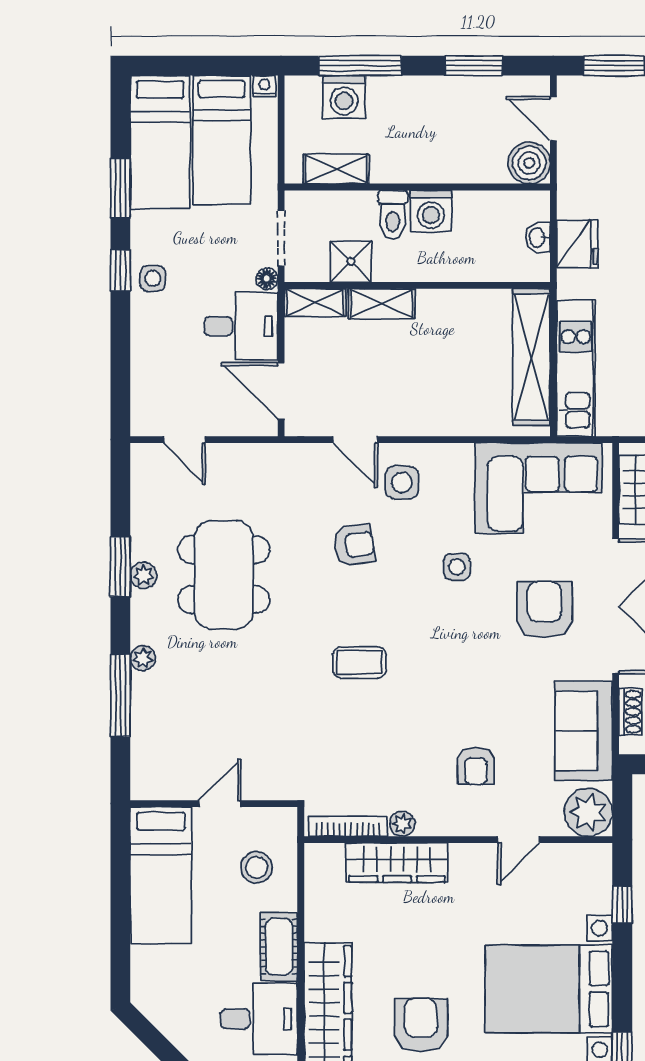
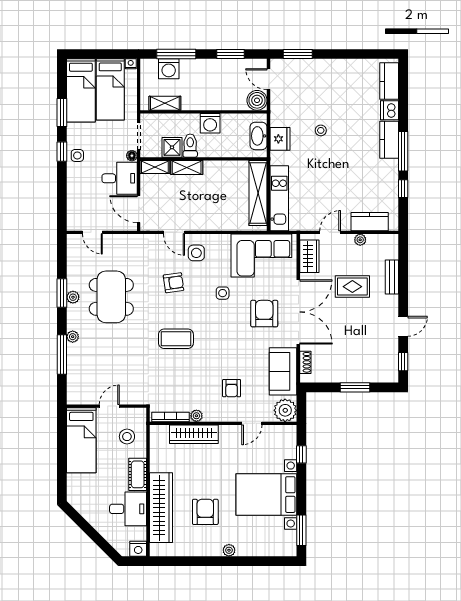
toilet: (393, 215) -> (190, 146), moved, turned 180
washbasin: (538, 237) -> (258, 136), width x1.91, depth x1.45
coffee table: (359, 662) -> (176, 339), width x1.36, depth x1.30

